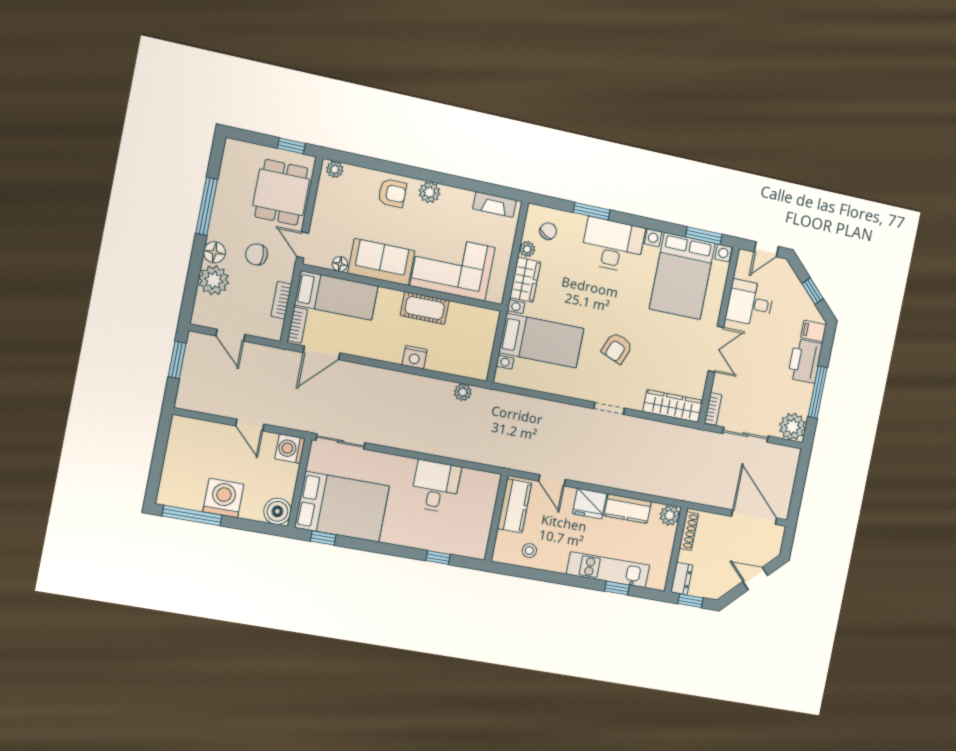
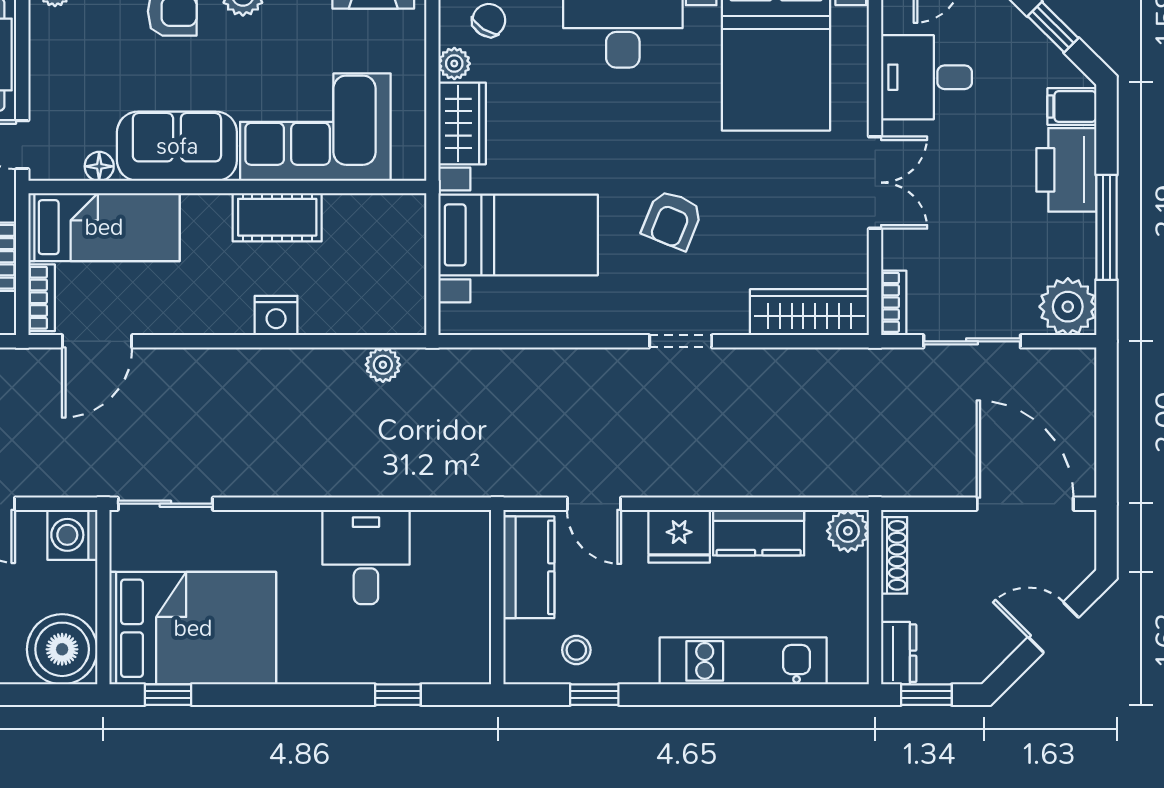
boiler: (277, 511) -> (62, 649), width x1.37, depth x1.37
window: (617, 588) -> (594, 695), moved

